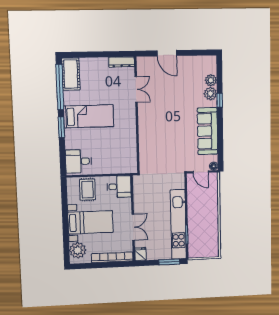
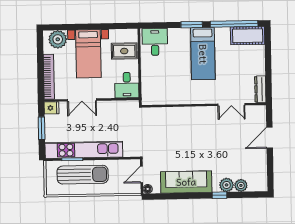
sun lounger: (201, 225) -> (83, 175), added
window: (169, 262) -> (42, 128), moved

